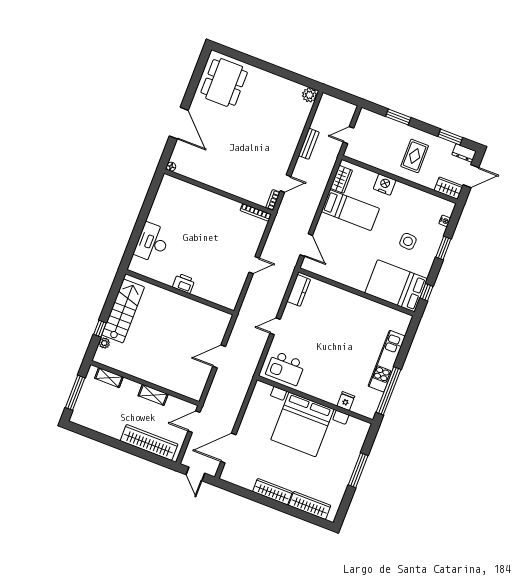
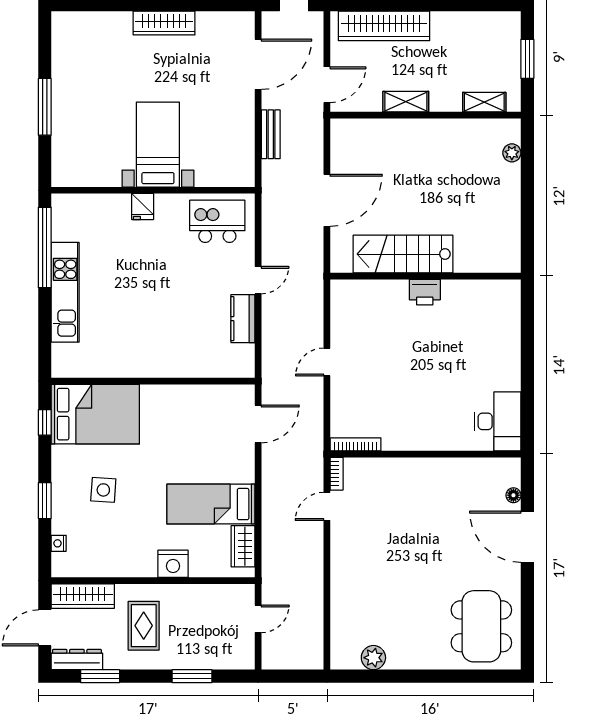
plant: (310, 95) -> (373, 658), moved
bench: (309, 144) -> (271, 134), moved
dresser: (464, 153) -> (77, 660), width x1.44
floor lamp: (171, 167) -> (513, 495), moved
wardrobe: (449, 188) -> (83, 596), width x1.50
desk: (152, 243) -> (498, 421), moved
door: (306, 245) -> (258, 424), swing flipped
kitchen counter: (299, 290) -> (243, 319), moved
stairs: (123, 311) -> (403, 254), moved, turned 90
window: (100, 329) -> (527, 172), removed
door: (219, 356) -> (327, 200), width x1.36
window: (75, 393) -> (527, 59), width x0.69
fridge: (346, 401) -> (143, 207), moved
bed with nightstands: (302, 424) -> (158, 145), width x0.54
wardrobe: (310, 505) -> (99, 24), removed

